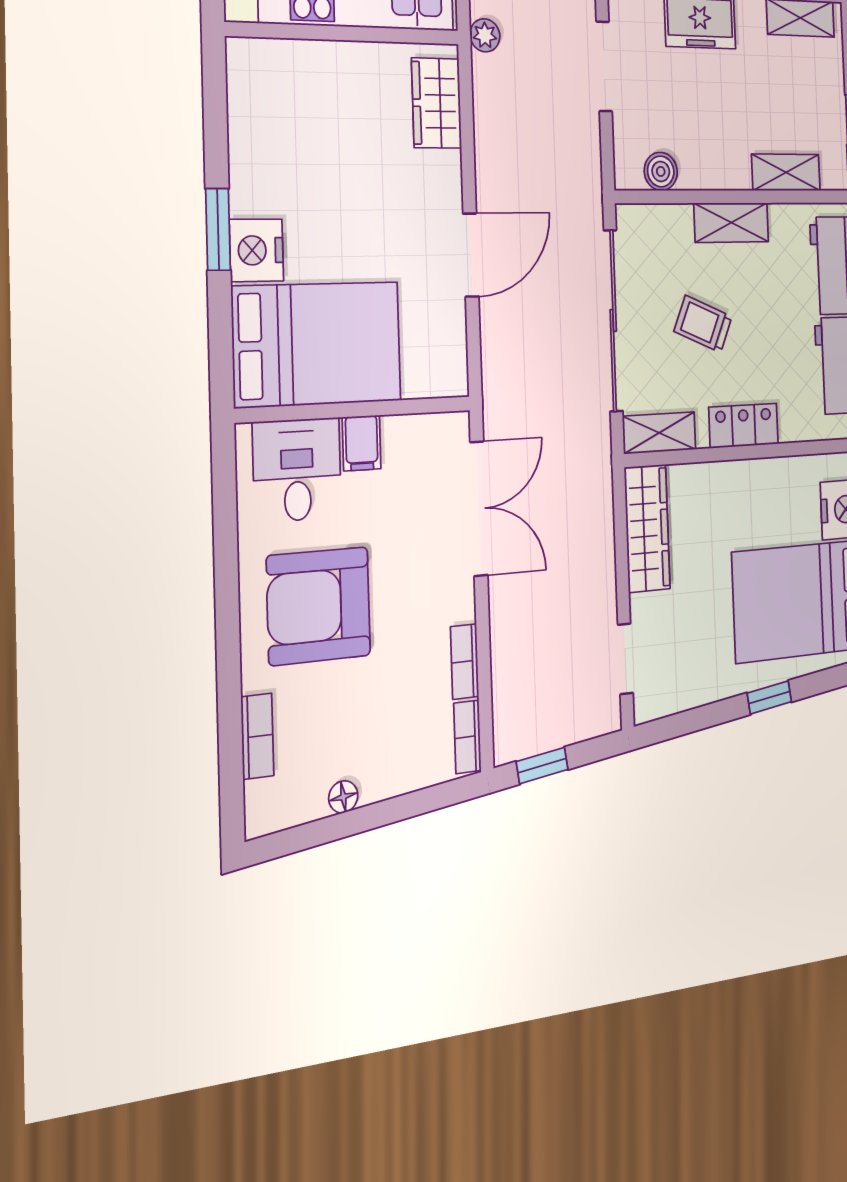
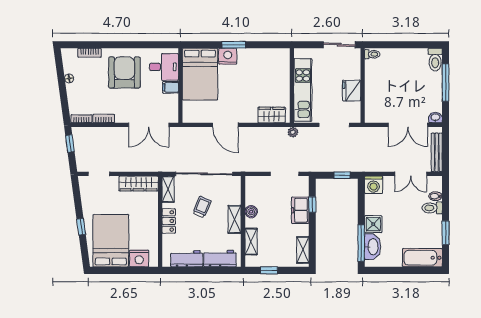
boiler: (661, 171) -> (251, 212), moved

